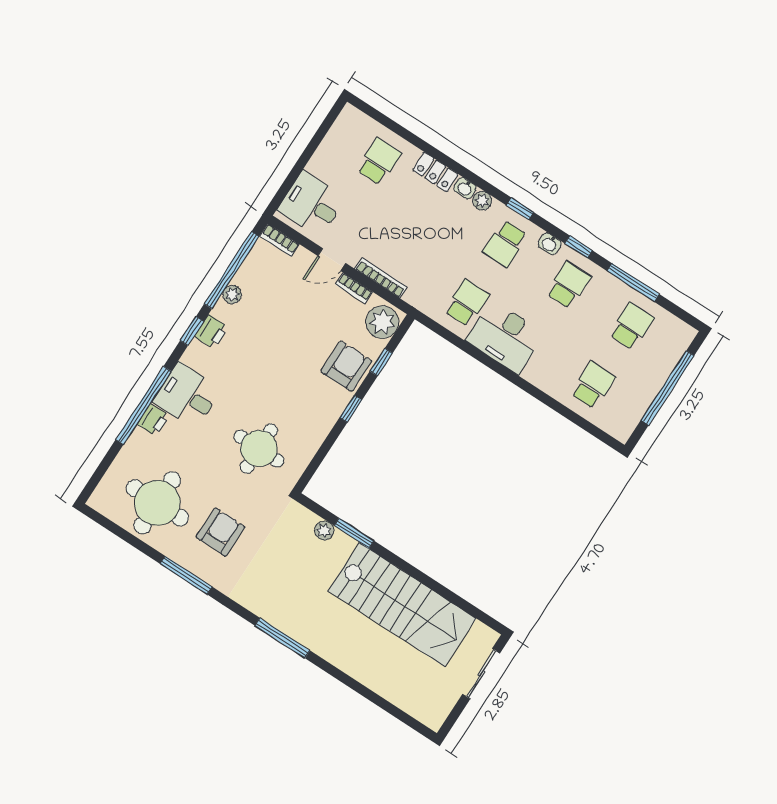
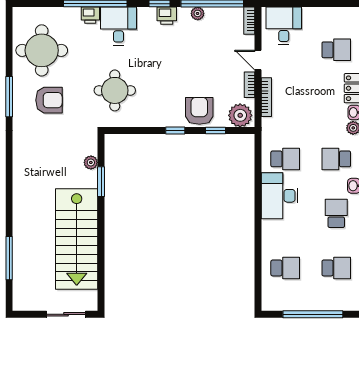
school desk: (568, 285) -> (336, 213), turned -90
armchair: (346, 366) -> (199, 111), turned -90
window: (282, 638) -> (9, 258), moved

